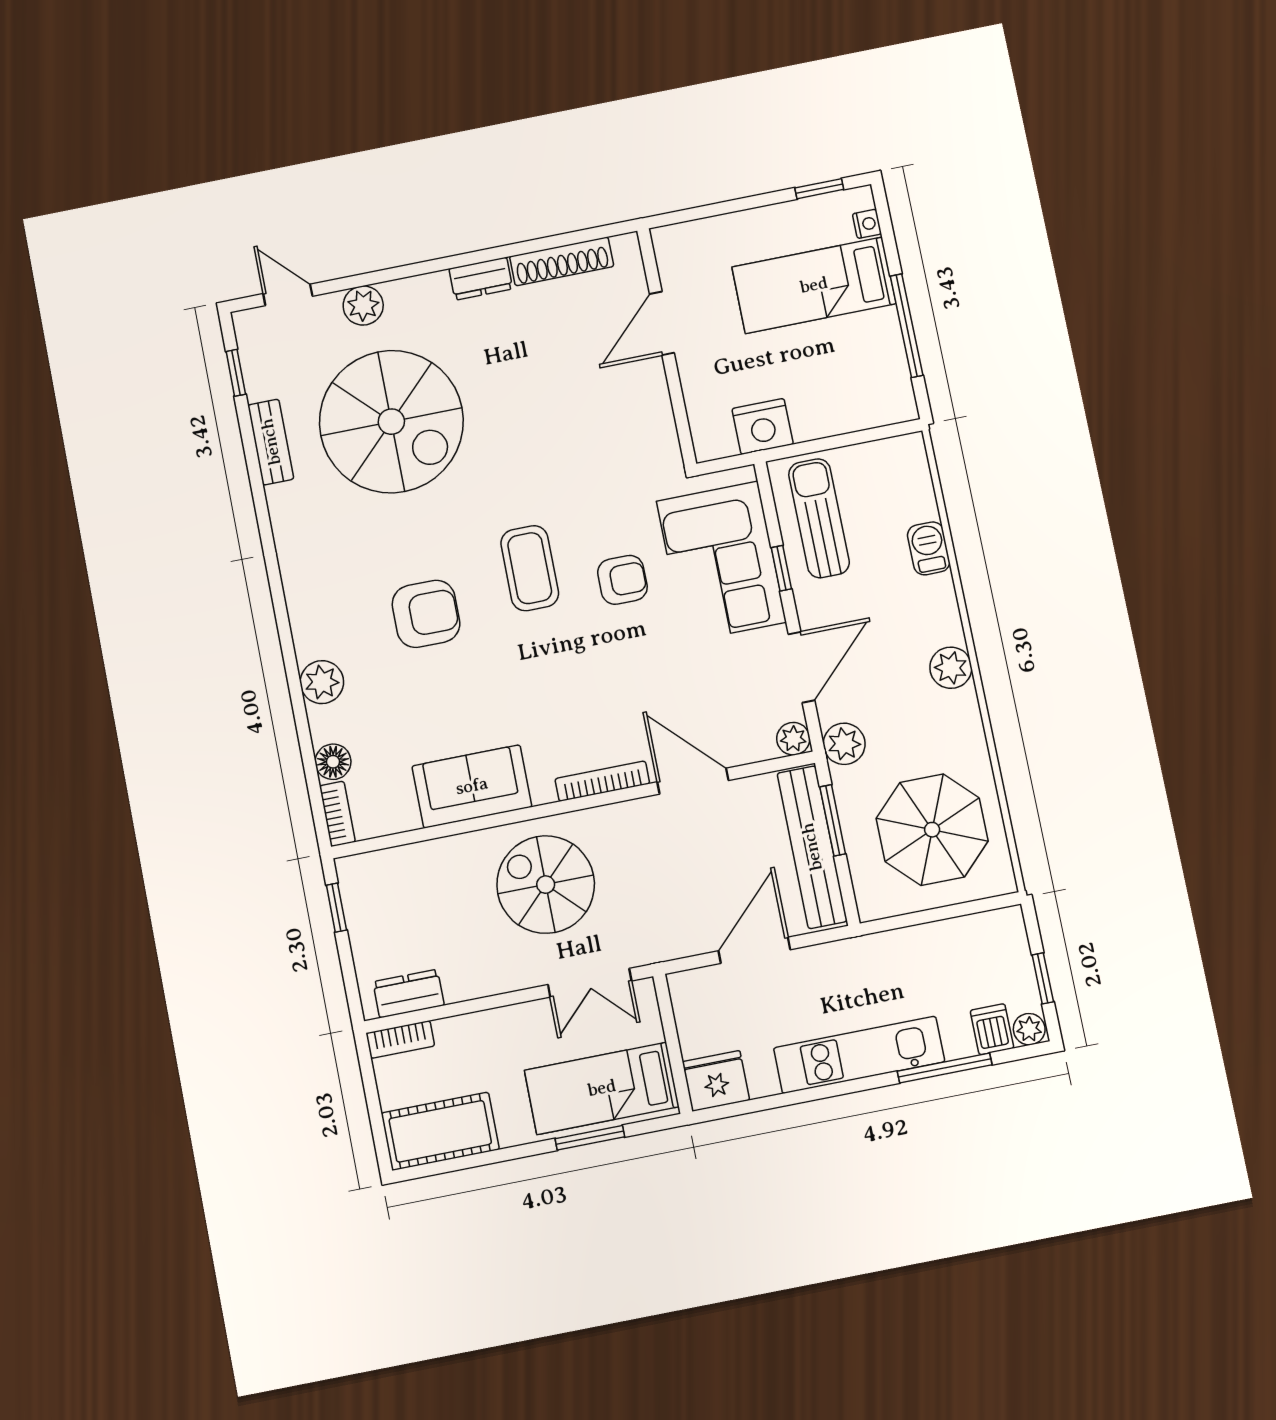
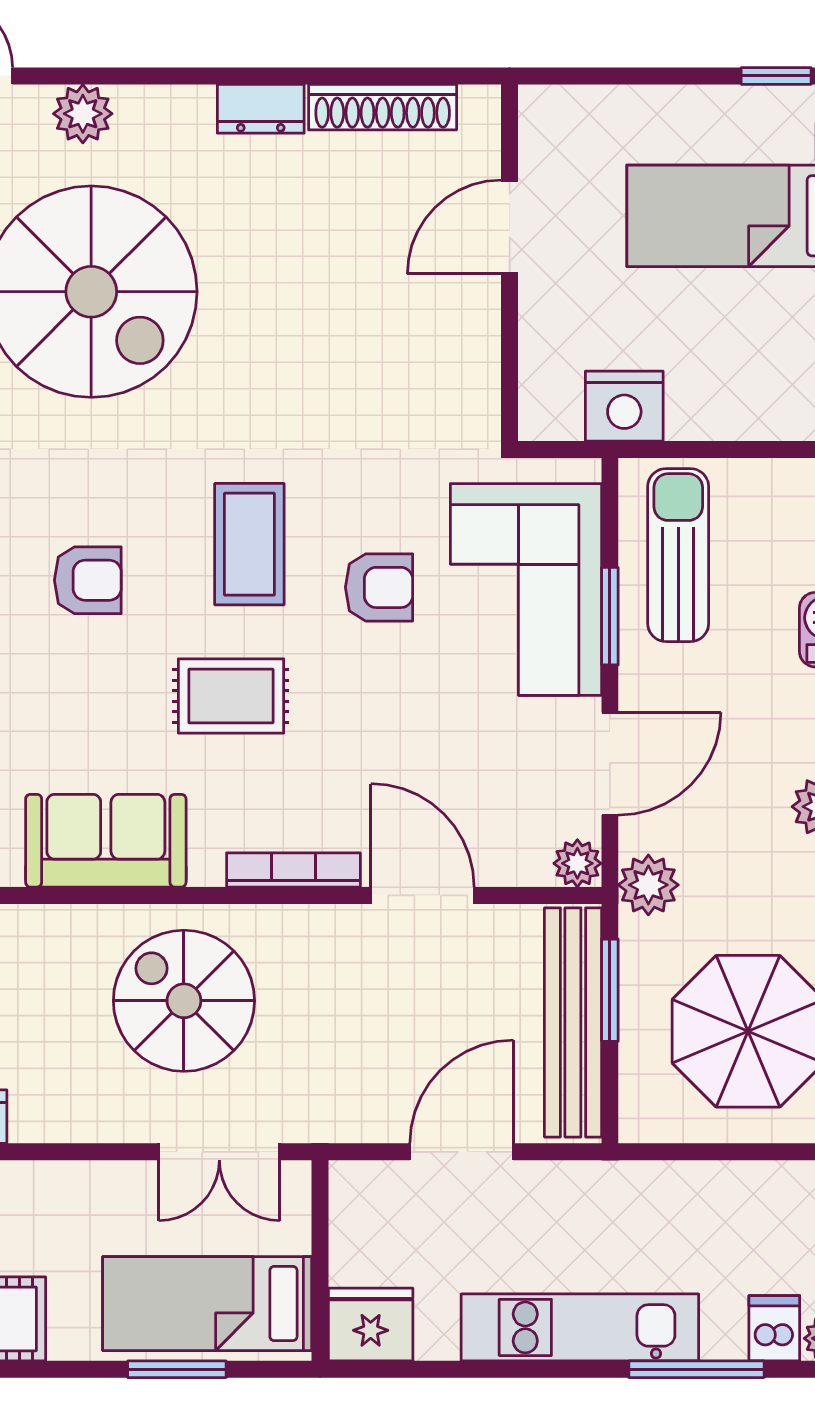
window: (781, 568) -> (610, 616), width x1.50
armchair: (426, 614) -> (88, 580), width x0.72, depth x0.72
rug: (537, 672) -> (231, 696), added

